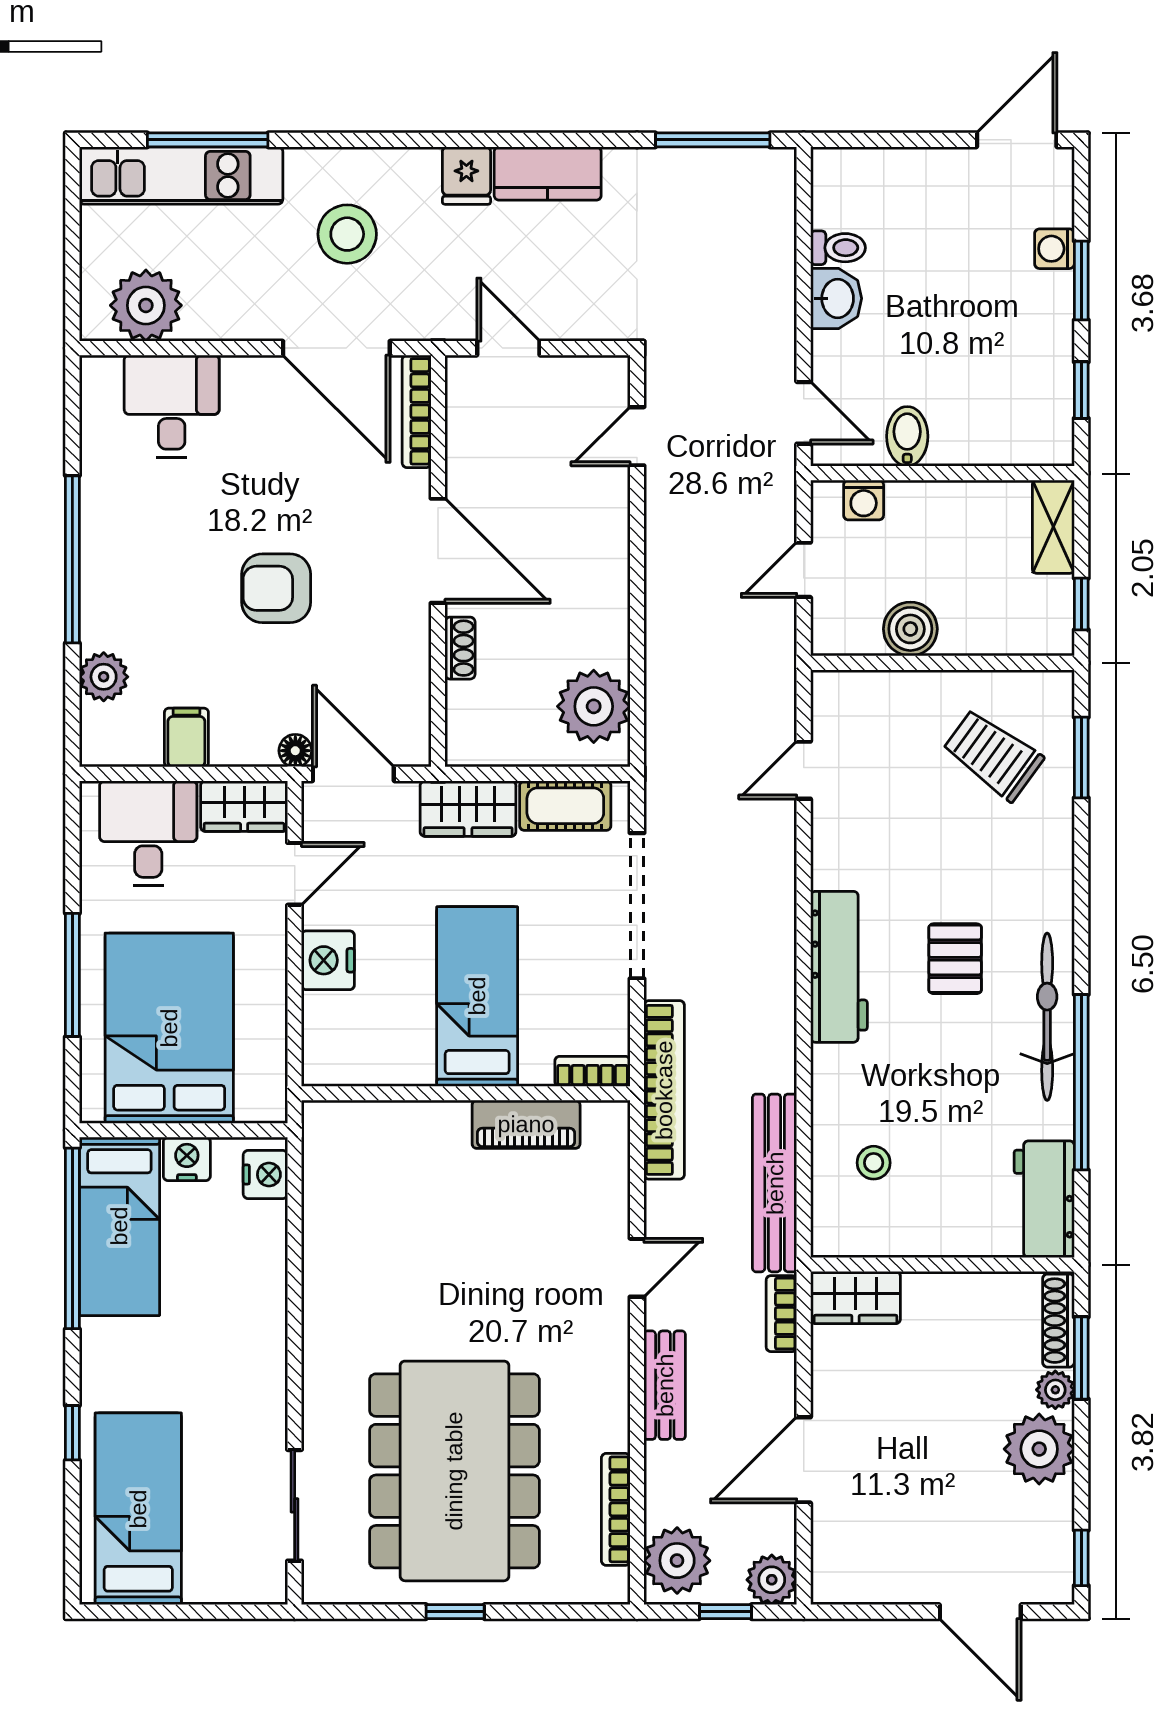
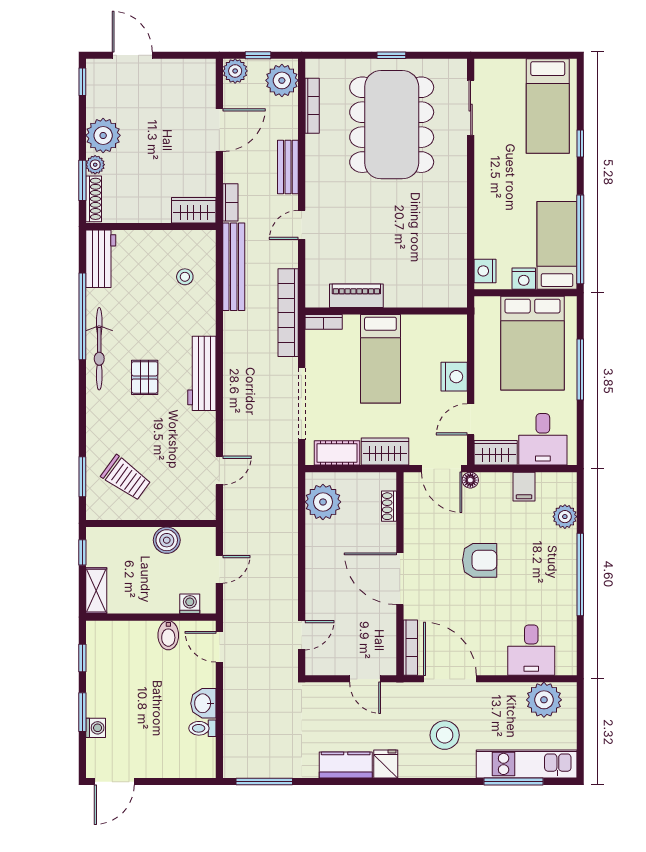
shoe rack: (460, 648) -> (389, 506), moved

